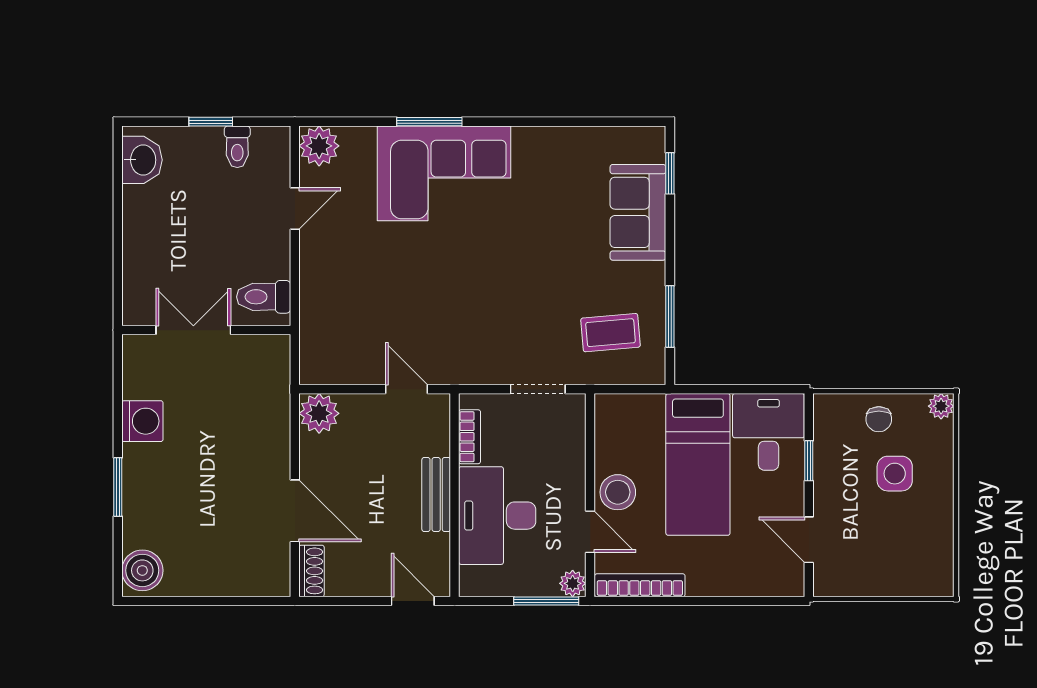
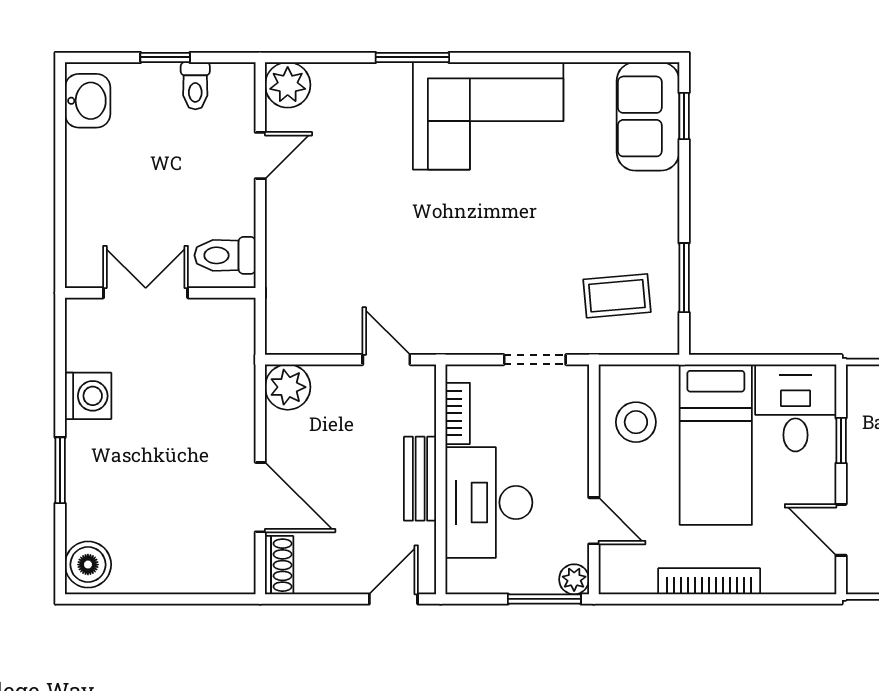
corner sofa: (444, 173) -> (488, 116), moved
sofa: (638, 212) -> (648, 116), moved
stool: (618, 492) -> (636, 422), moved
bookcase: (640, 585) -> (709, 581), moved
door: (413, 601) -> (393, 599), hinge flipped

